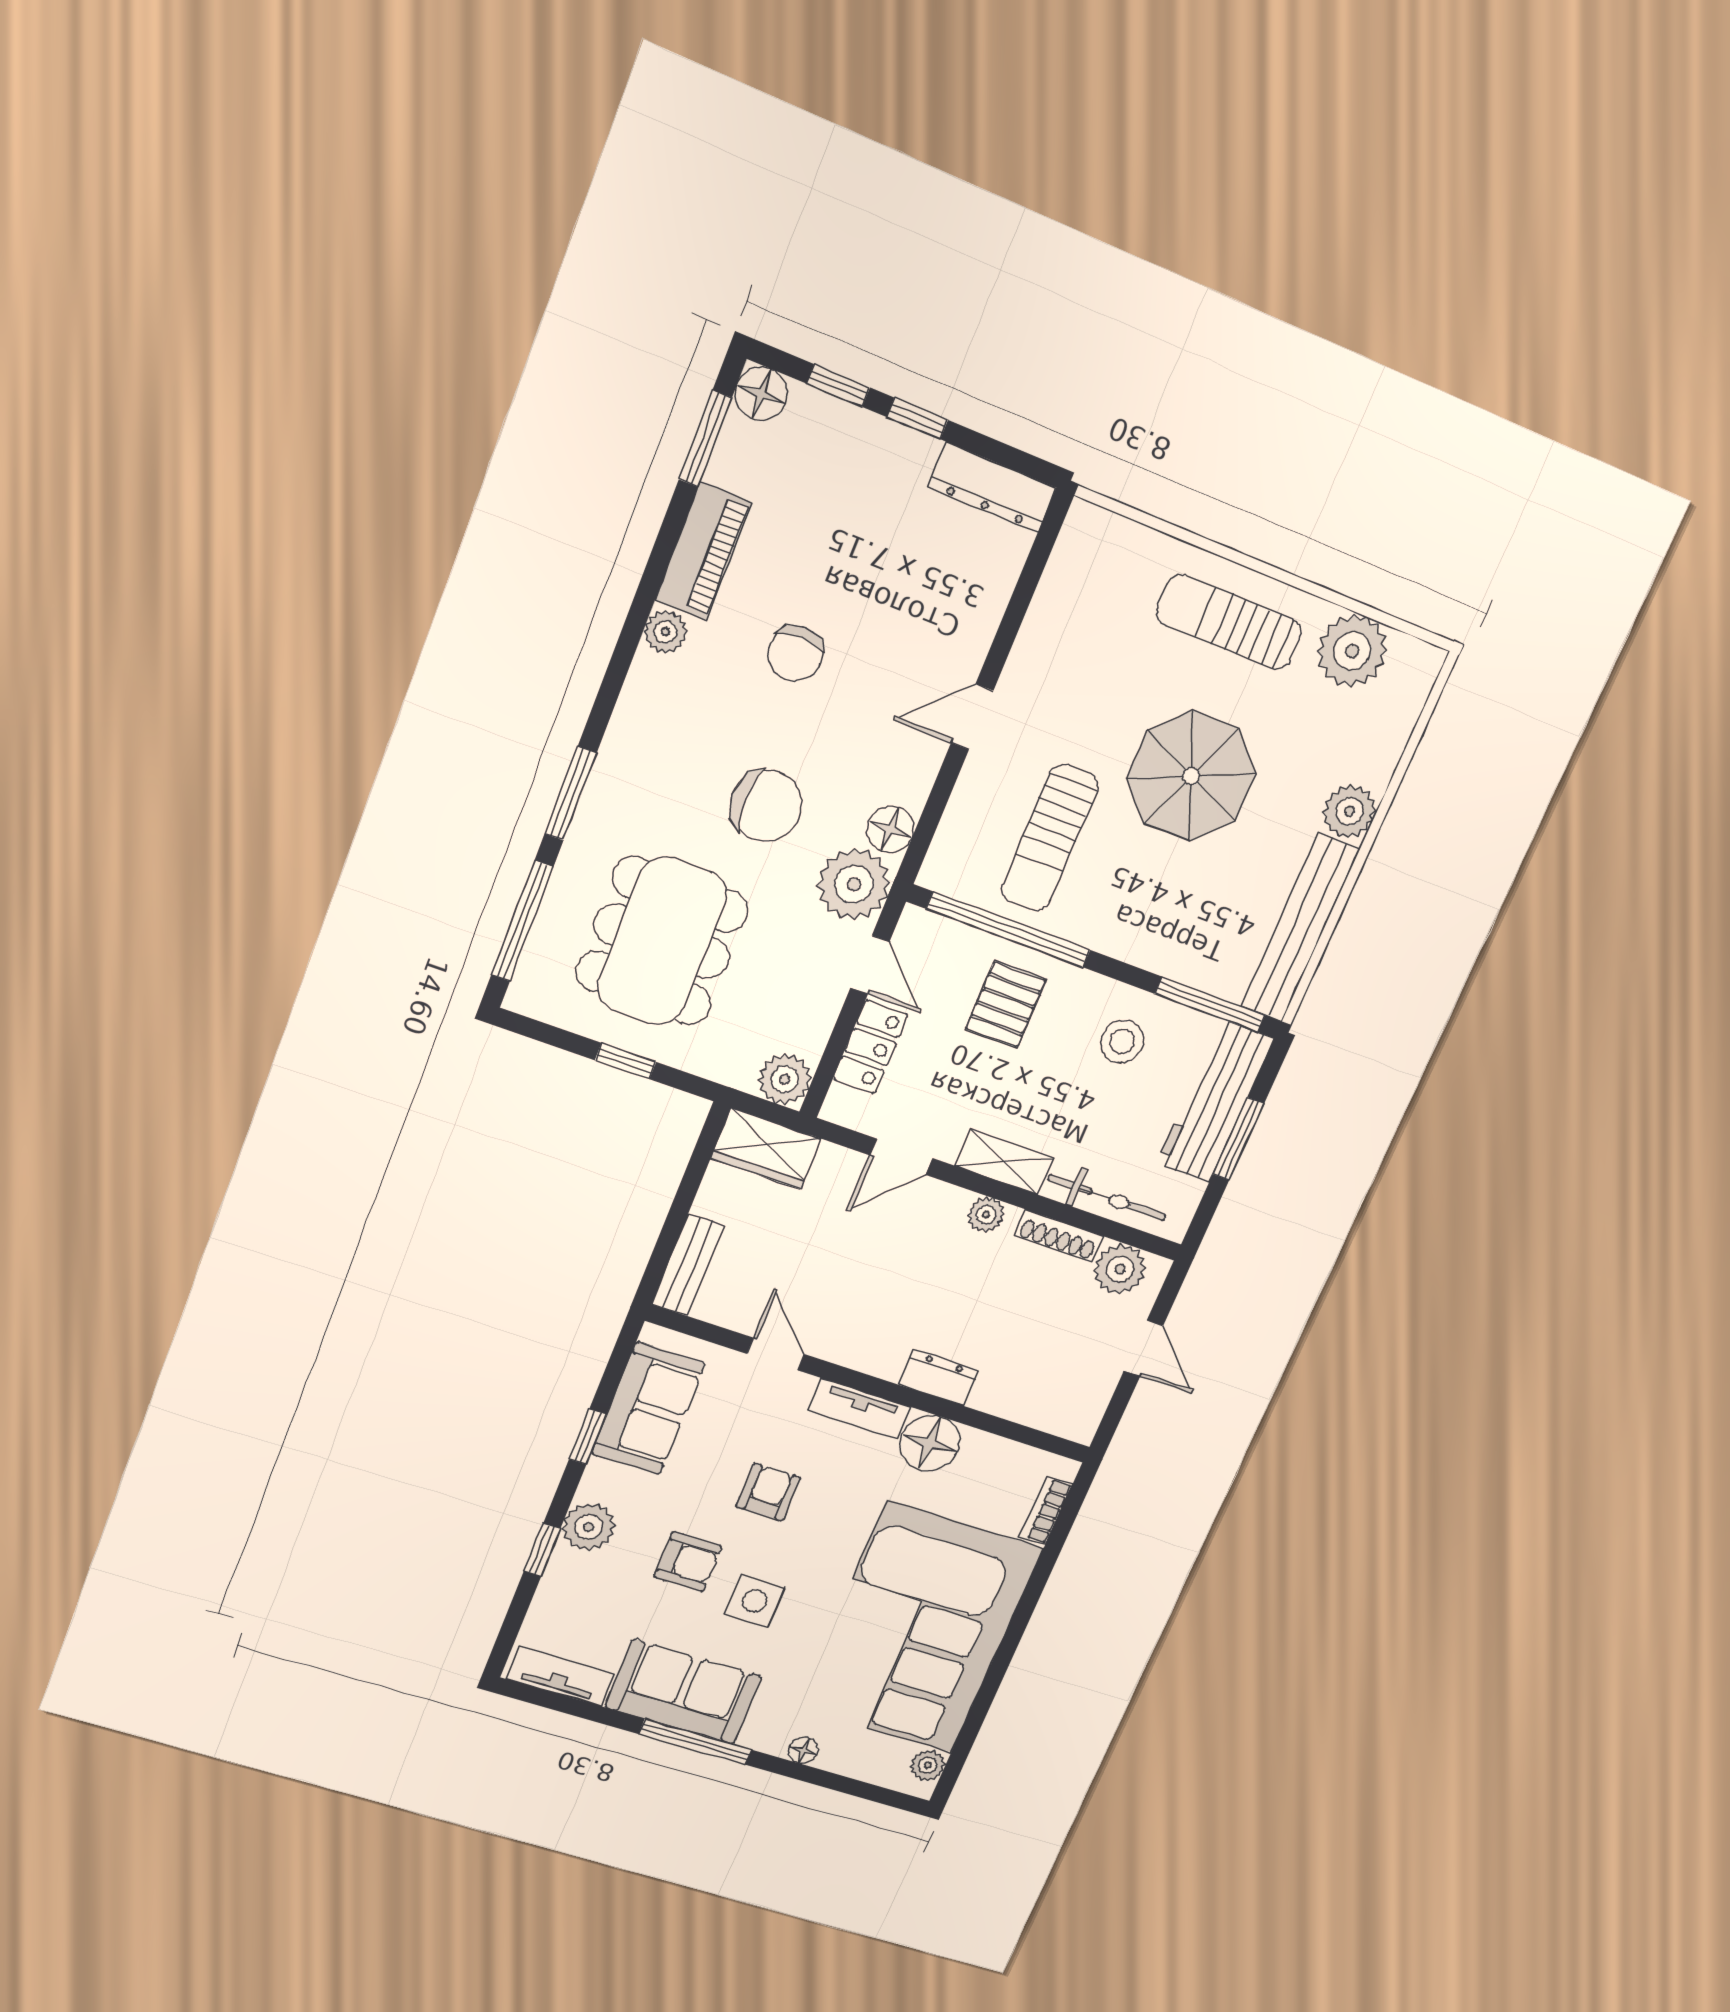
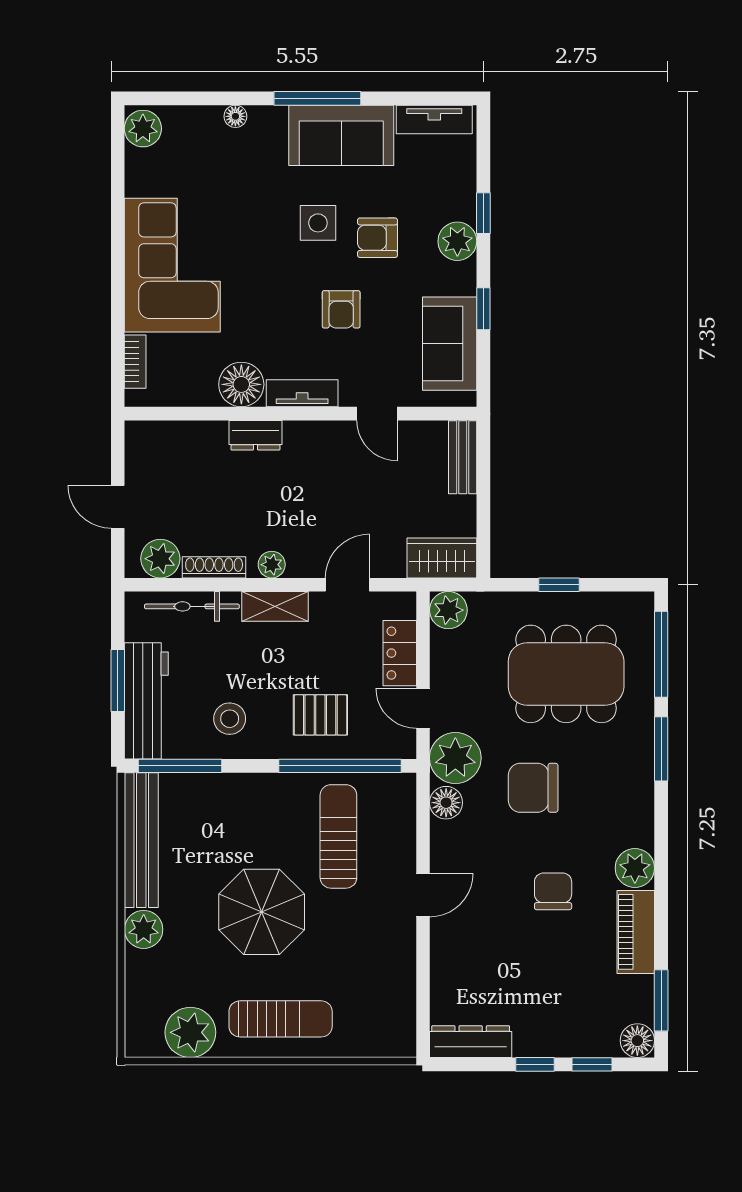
plant: (665, 632) -> (635, 868), width x1.38, depth x1.38
dining table: (662, 941) -> (566, 674), turned 90
pallet: (1006, 1004) -> (320, 715), turned 90
corner sofa: (920, 1628) -> (172, 265), width x0.73, depth x0.74
plant: (928, 1765) -> (143, 129), width x1.38, depth x1.38

